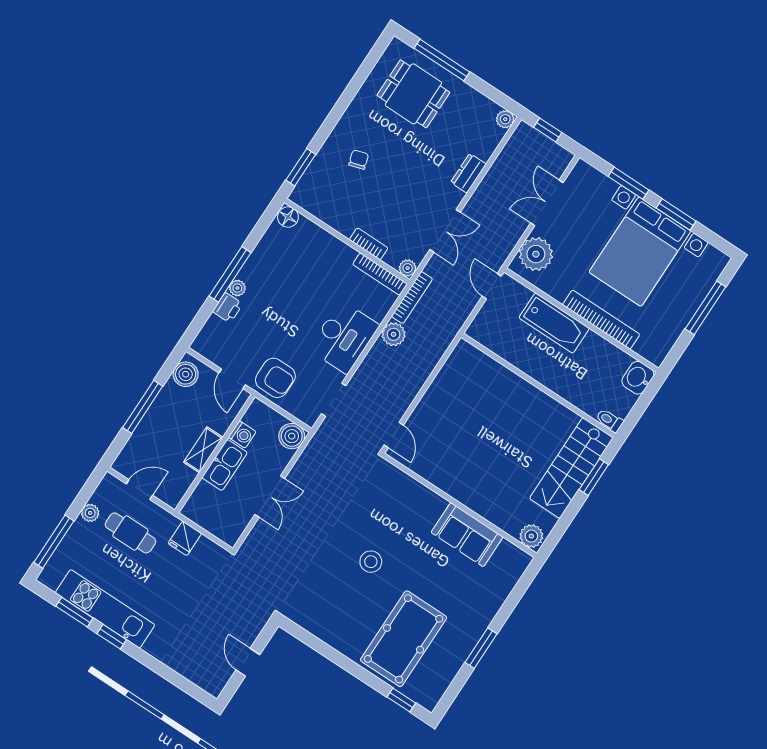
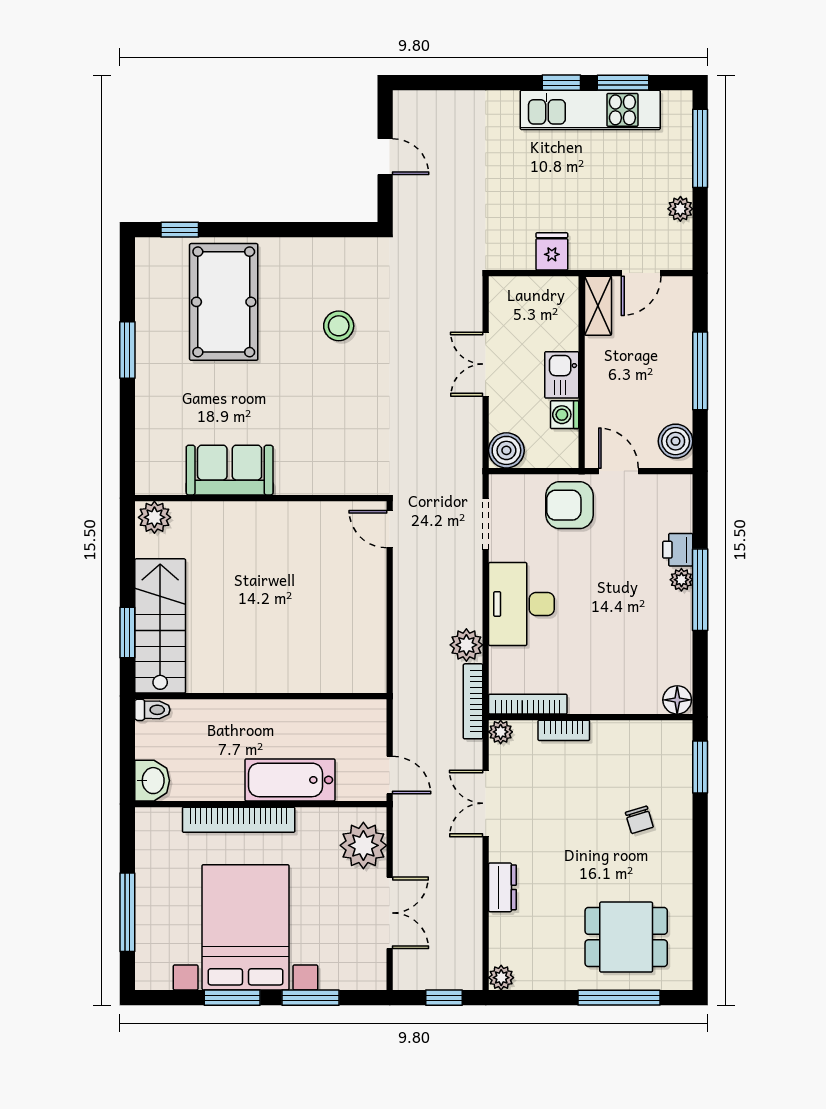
shelving: (203, 450) -> (598, 306), moved
kitchen sink: (225, 465) -> (562, 375), width x0.73
cafe table: (130, 533) -> (619, 216), removed
stool: (371, 562) -> (339, 326), moved

